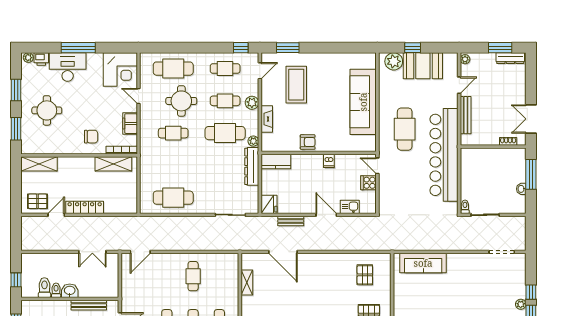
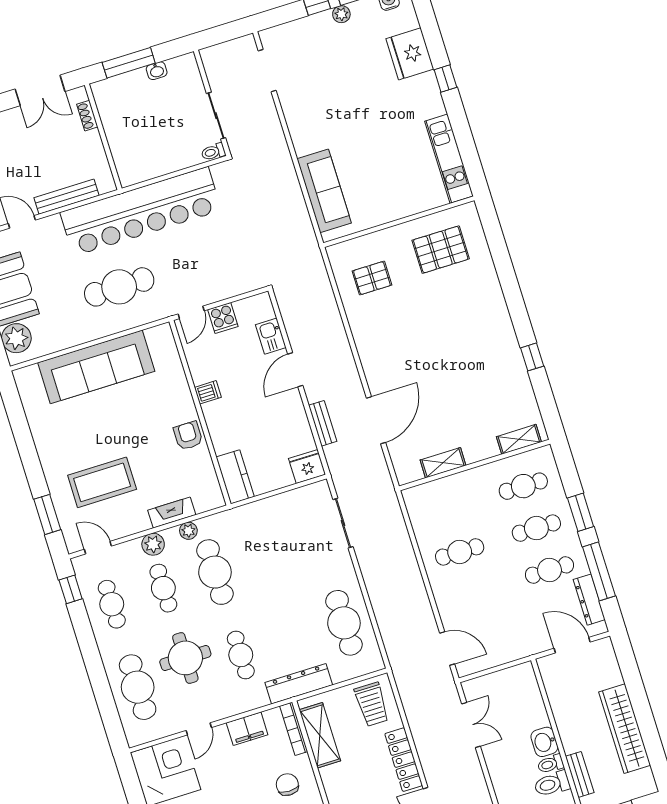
plant: (253, 141) -> (188, 531), moved
dresser: (252, 166) -> (299, 684), moved, turned 180
trolley: (122, 199) -> (372, 704), added
bench: (89, 305) -> (580, 774), moved, width x0.73

